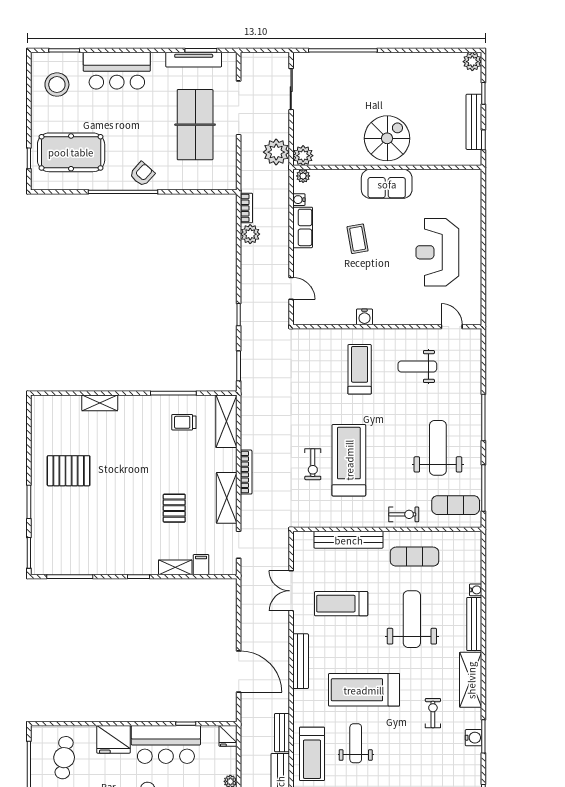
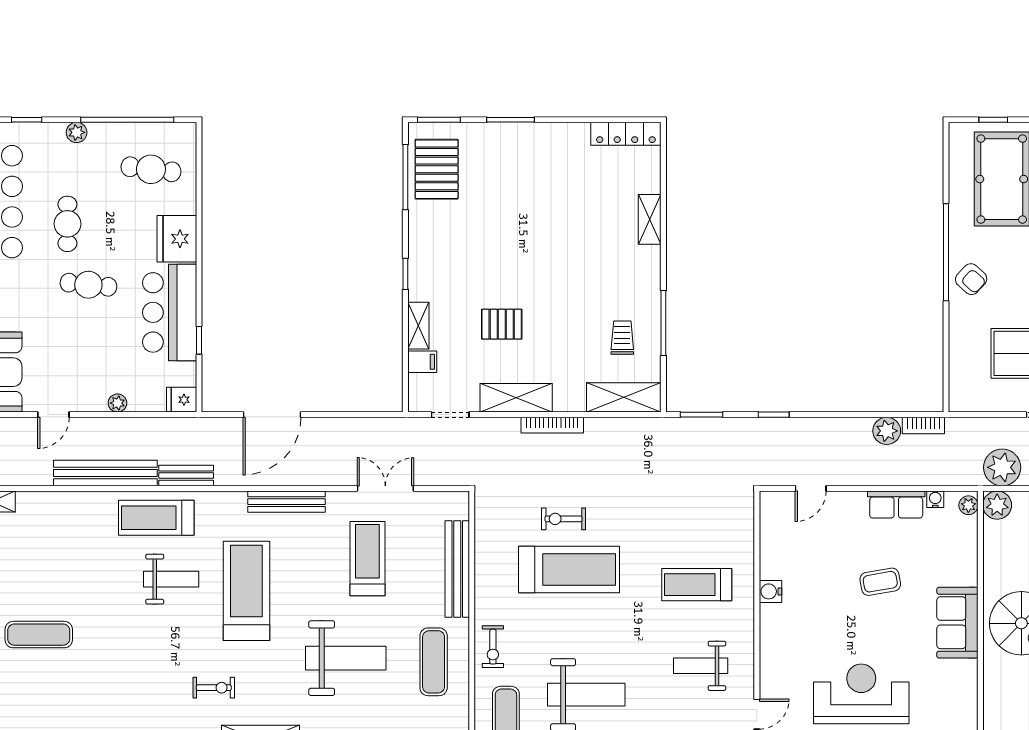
weight bench: (417, 367) -> (701, 666), turned -90
treadmill: (360, 369) -> (697, 585), turned 180
locker: (39, 420) -> (626, 134), added
pallet: (69, 471) -> (437, 169), moved

